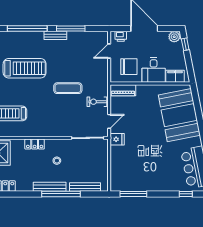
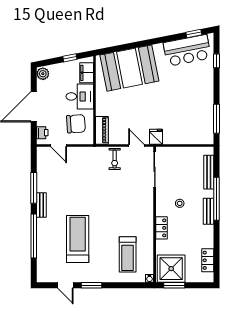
window: (185, 44) -> (70, 58), moved
chair: (129, 67) -> (76, 124), turned 86
exercise mat: (68, 88) -> (100, 191), removed
bench: (50, 187) -> (208, 211), width x0.73

